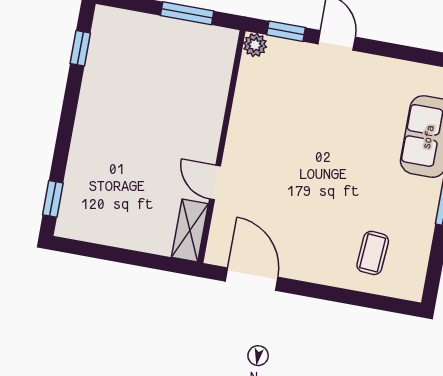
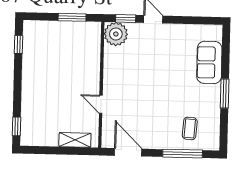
plant: (255, 45) -> (116, 34), width x1.87, depth x1.87
shelving: (190, 230) -> (75, 140), moved, turned 90
window: (352, 297) -> (183, 154), added

